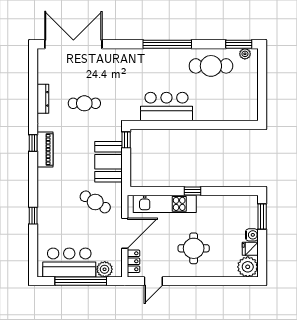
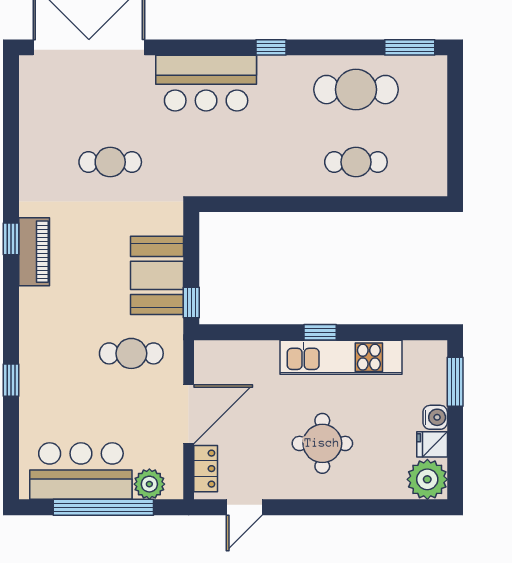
window: (167, 44) -> (271, 47), width x0.32
plant: (245, 54) -> (422, 66), removed
dresser: (43, 99) -> (30, 153), removed
cafe table: (211, 103) -> (356, 162), added
bar counter: (166, 107) -> (206, 83), moved, turned 180
window: (126, 140) -> (191, 302), moved
cafe table: (95, 202) -> (131, 353), turned -30
kitchen unit: (165, 204) -> (341, 357), moved

